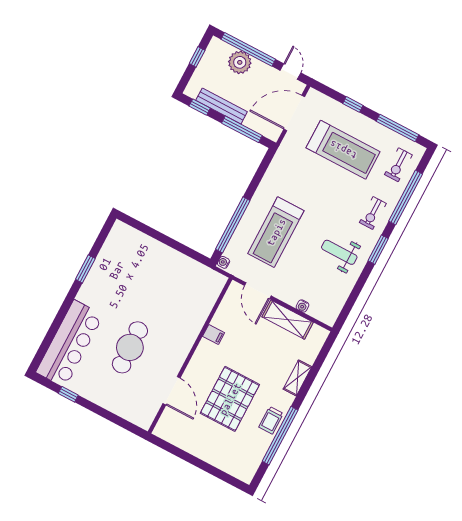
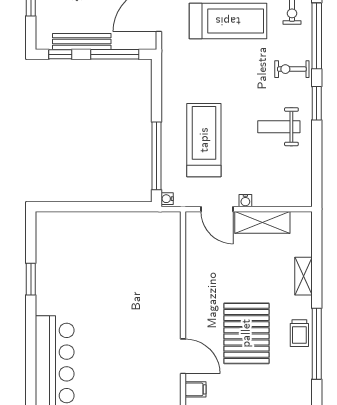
exercise bike: (373, 213) -> (292, 69), turned 90
treadmill: (276, 232) -> (204, 140), turned 180
water cooler: (302, 306) -> (245, 201), moved
filing cabinet: (214, 334) -> (196, 389), moved
cafe table: (130, 347) -> (118, 335), removed

